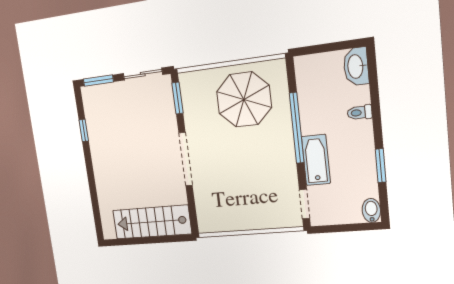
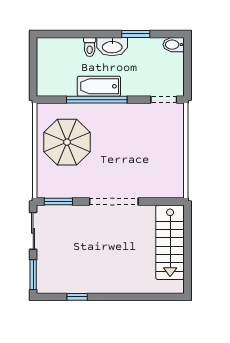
washbasin: (356, 66) -> (112, 47), moved
bathtub: (316, 160) -> (99, 86), moved

